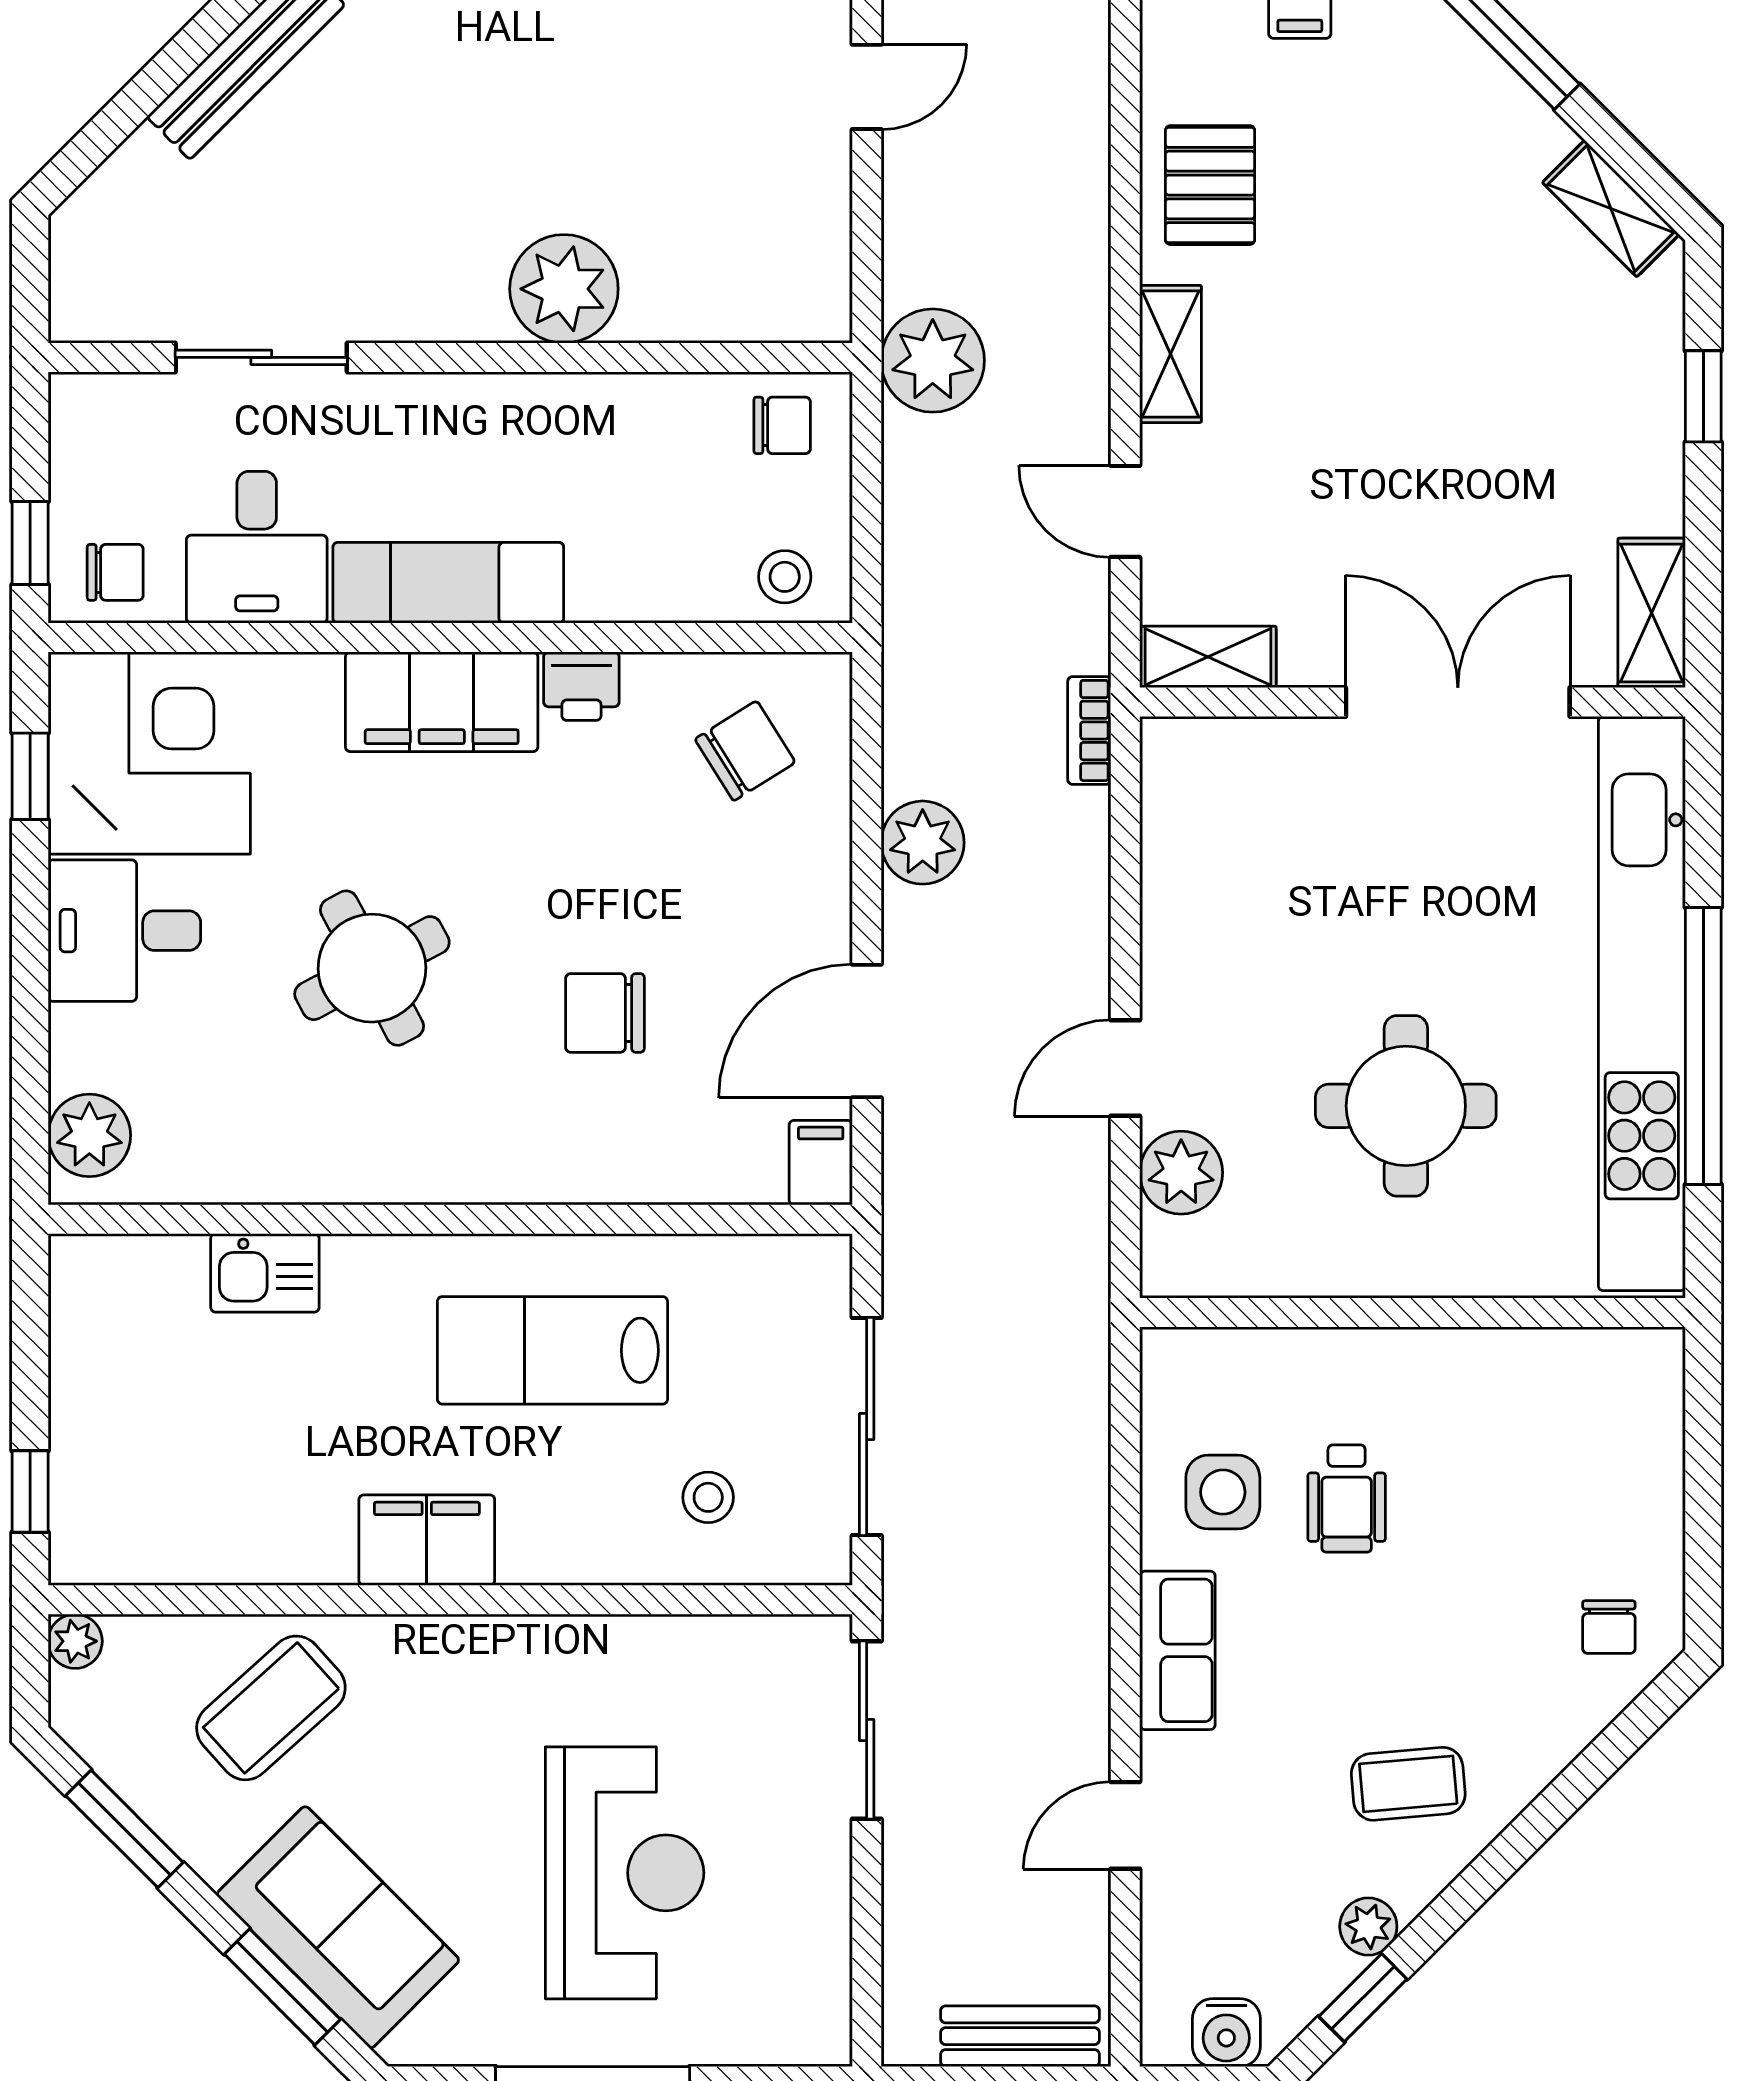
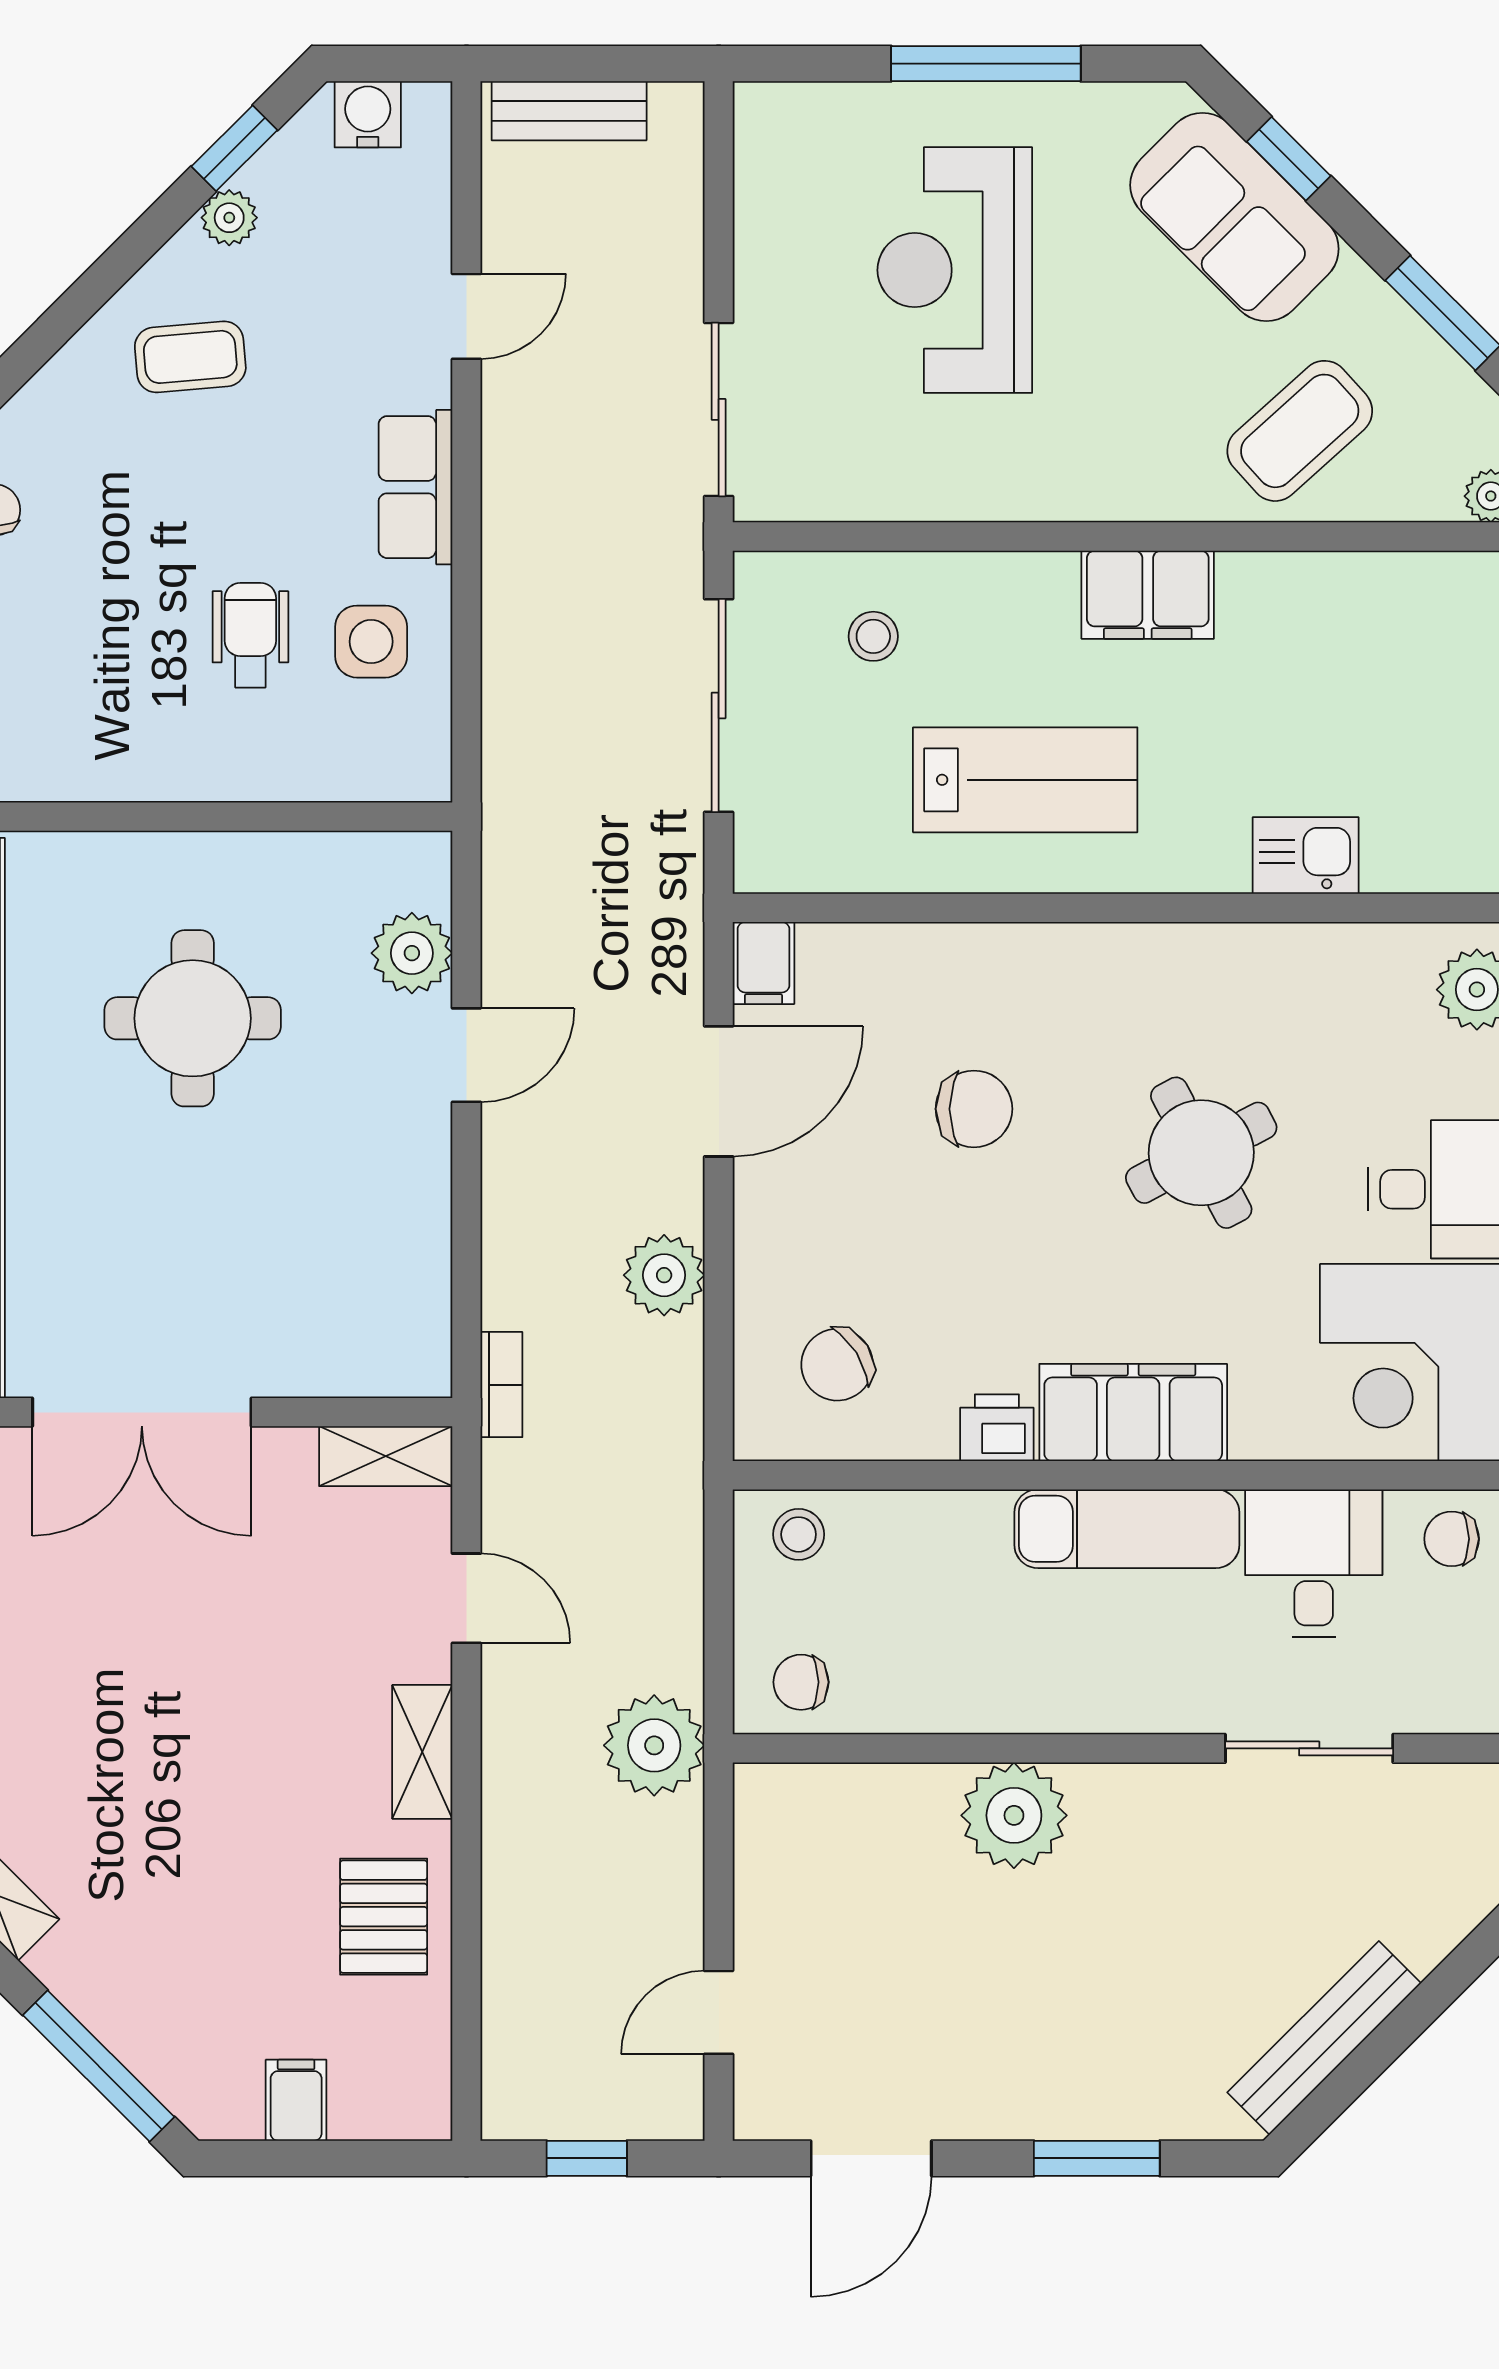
window: (282, 1987) -> (1289, 159), width x0.67

